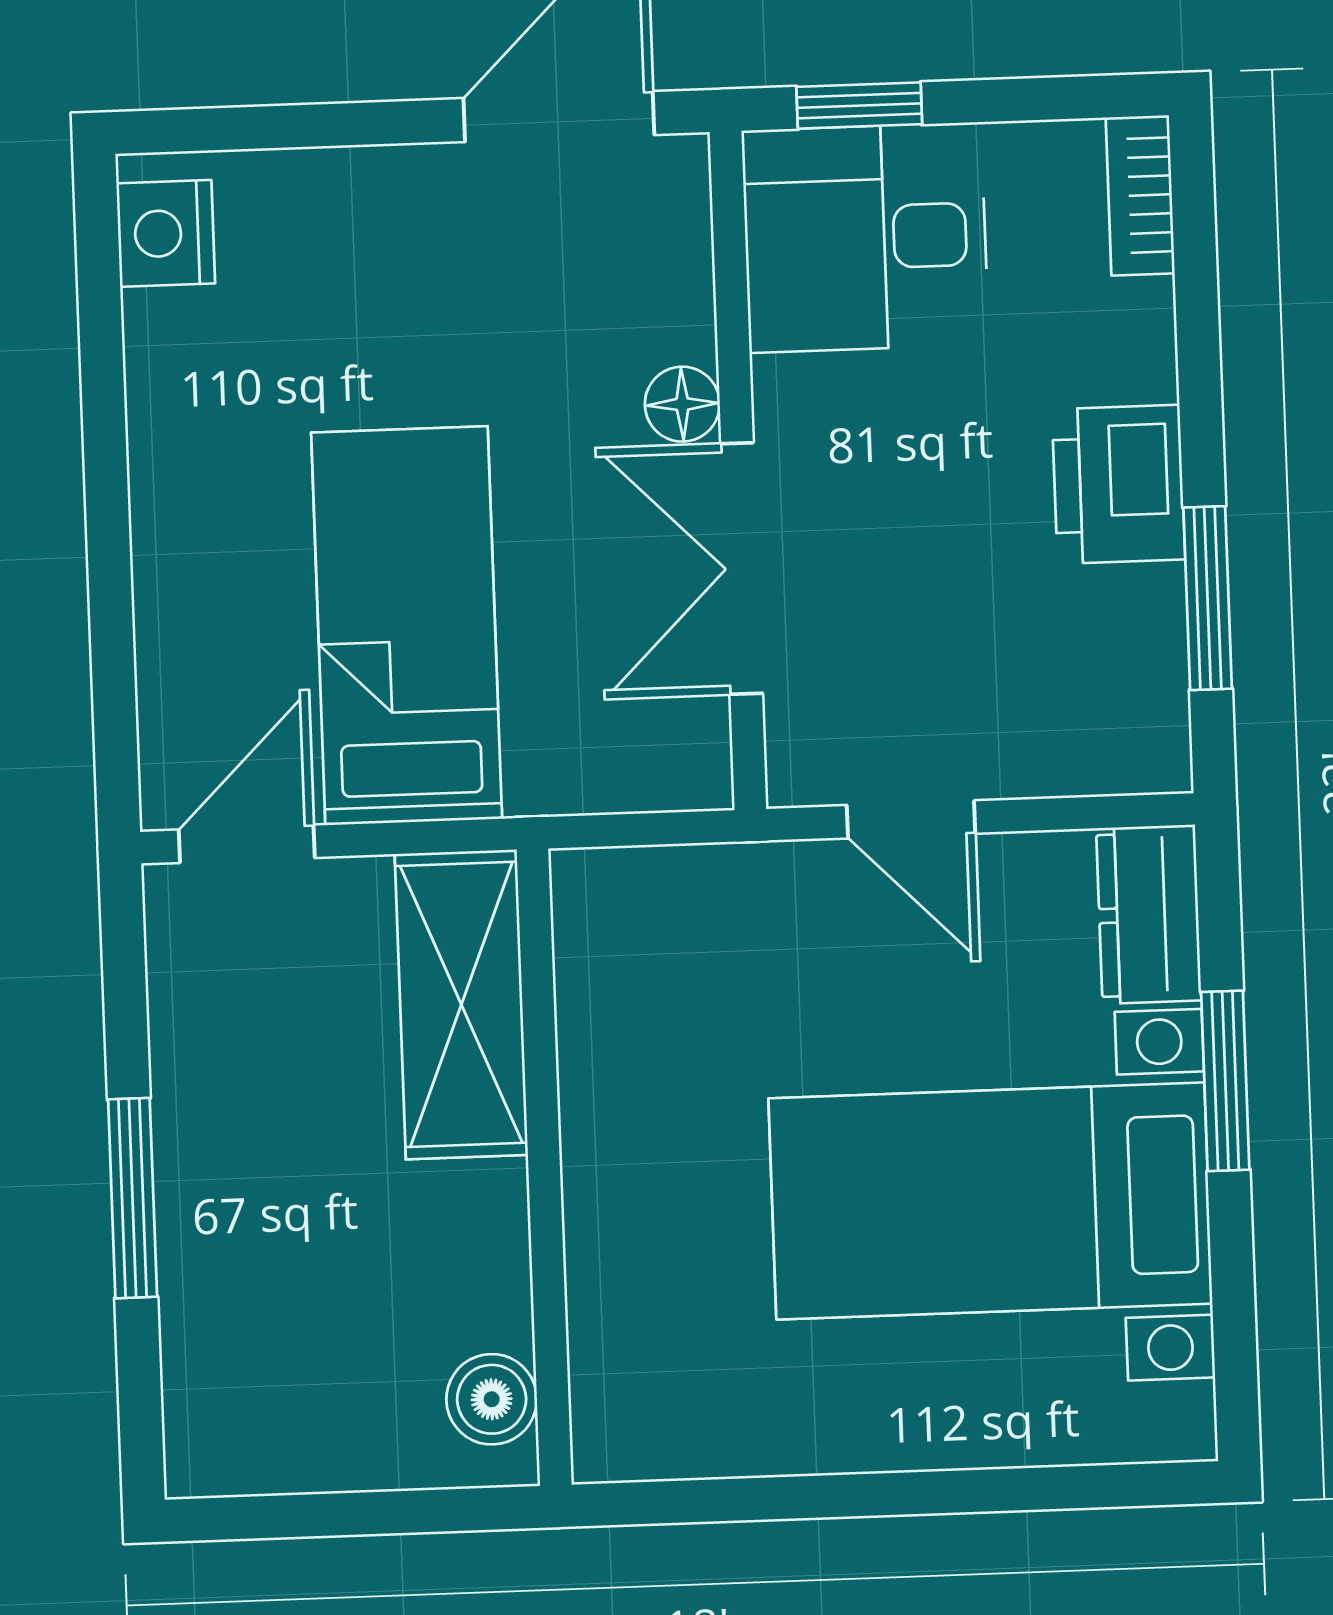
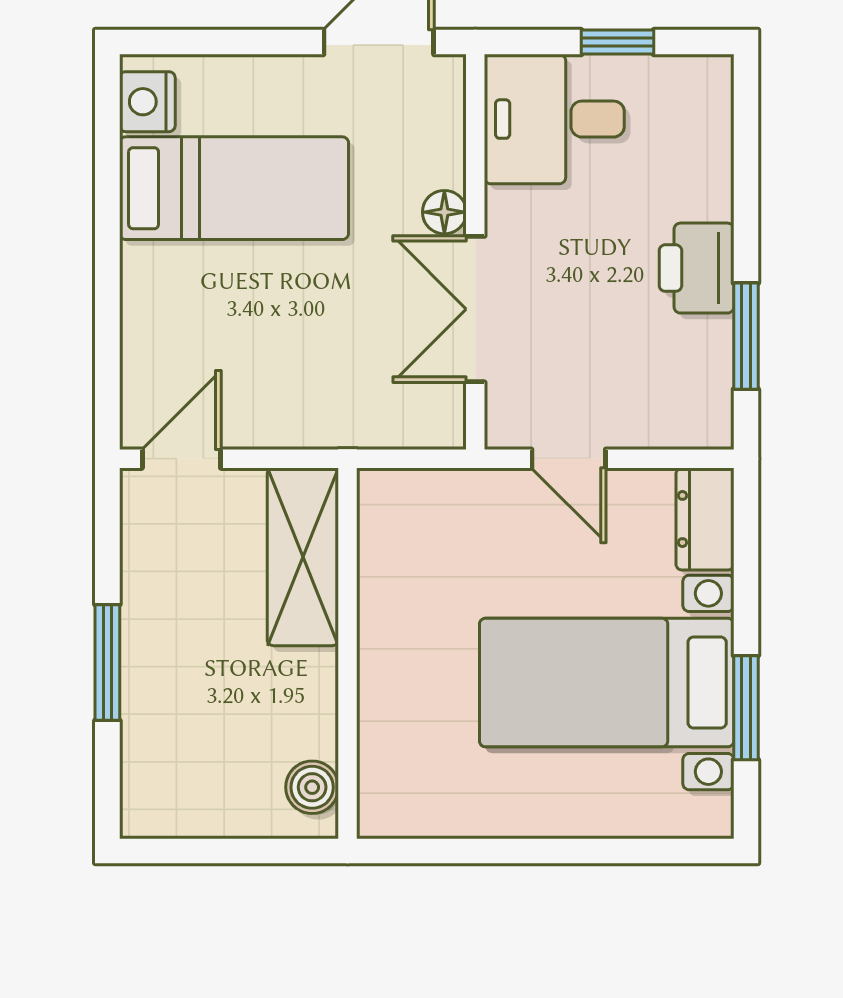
window: (859, 106) -> (618, 42), moved
bookcase: (1140, 195) -> (715, 100), removed
bed: (407, 626) -> (234, 188), moved, turned 90
window: (1225, 1081) -> (746, 708), moved

